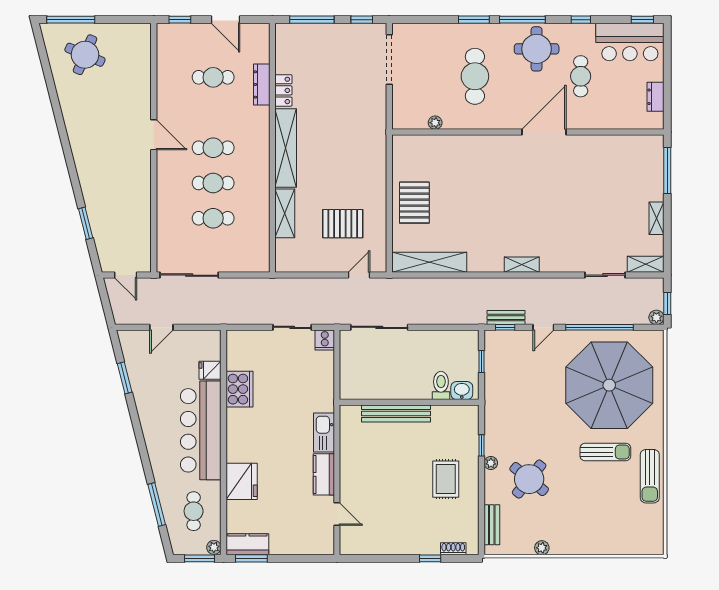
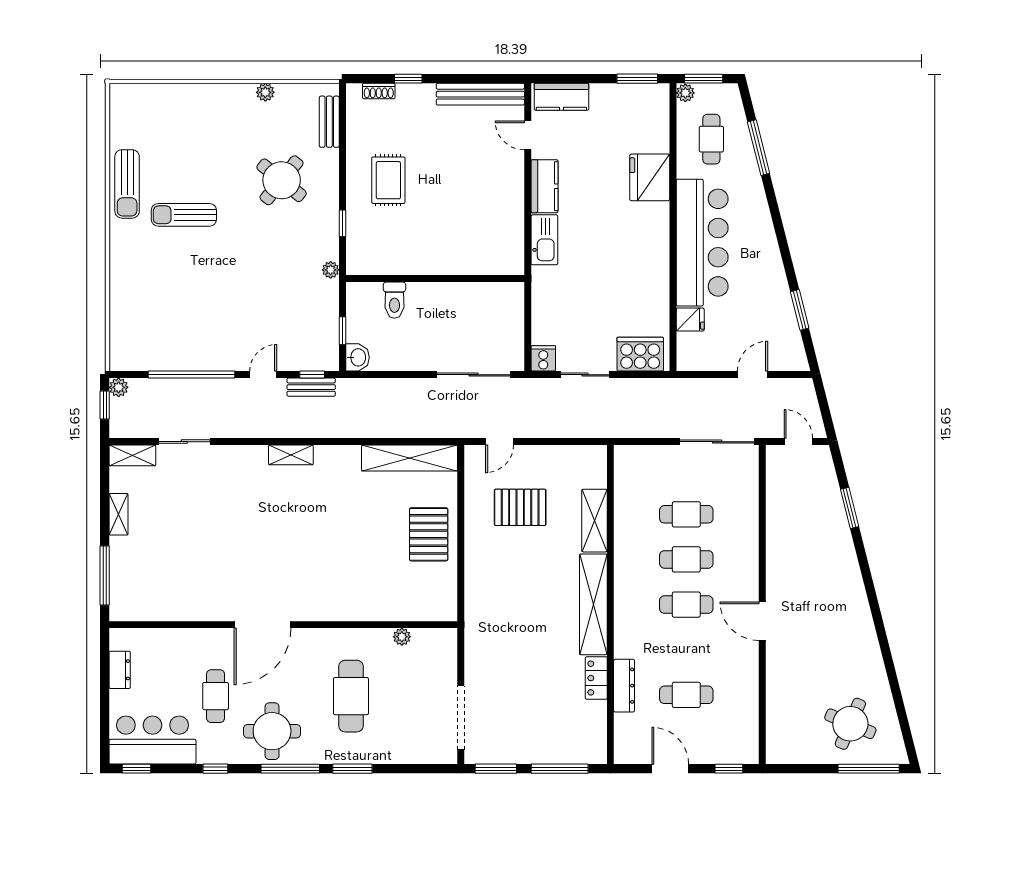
window: (362, 20) -> (496, 769), width x1.50
parasol: (609, 385) -> (179, 301), removed
cooker: (240, 389) -> (640, 354), moved, turned 90
washbasin: (462, 391) -> (357, 357), moved, turned -90
bench: (396, 413) -> (480, 94), moved
plant: (491, 463) -> (331, 270), moved
sun lounger: (650, 476) -> (127, 184), turned 180
kitchen counter: (247, 544) -> (561, 97), moved

